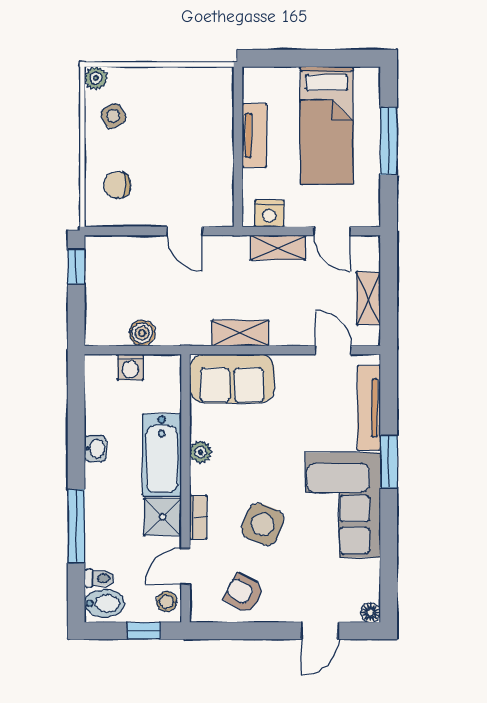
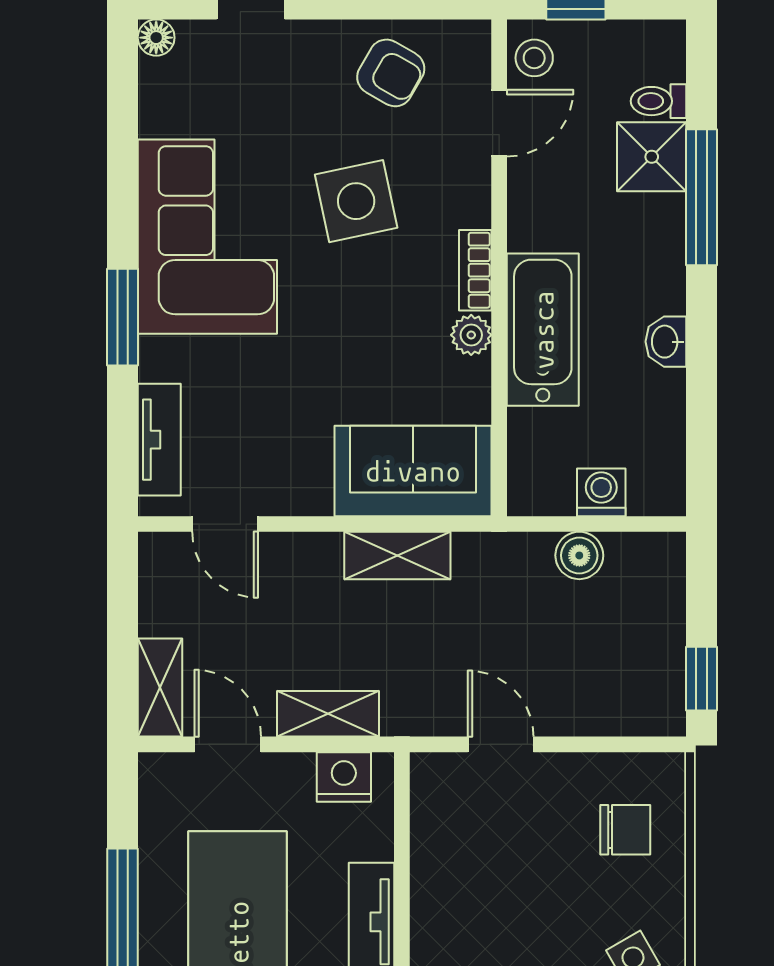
shelving: (368, 298) -> (160, 688), moved
tv unit: (369, 408) -> (159, 440), width x0.71
shower: (163, 517) -> (652, 157), moved
bookcase: (198, 517) -> (475, 270), moved
side table: (263, 524) -> (356, 201), turned -34
bidet: (104, 603) -> (649, 55), removed

